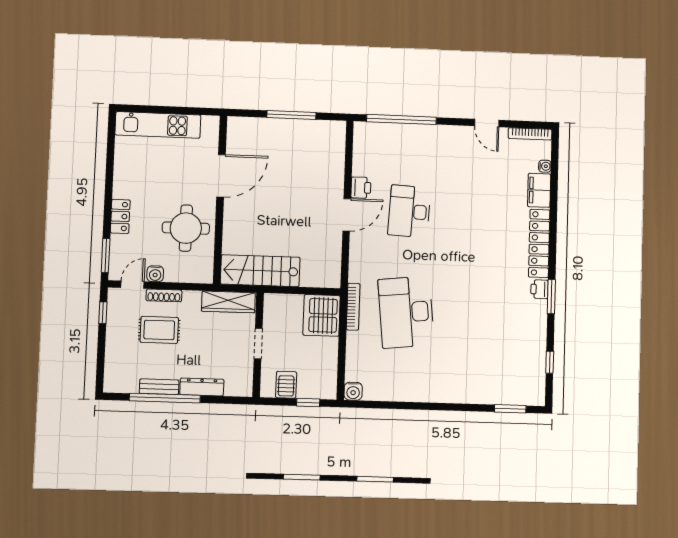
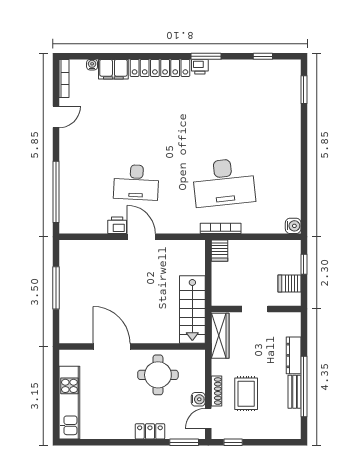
door: (132, 285) -> (208, 418), hinge flipped
server rack: (322, 315) -> (219, 251), width x0.46, depth x0.70

